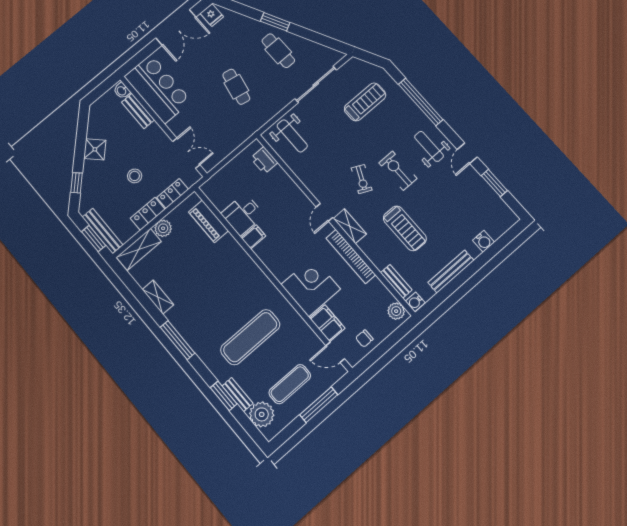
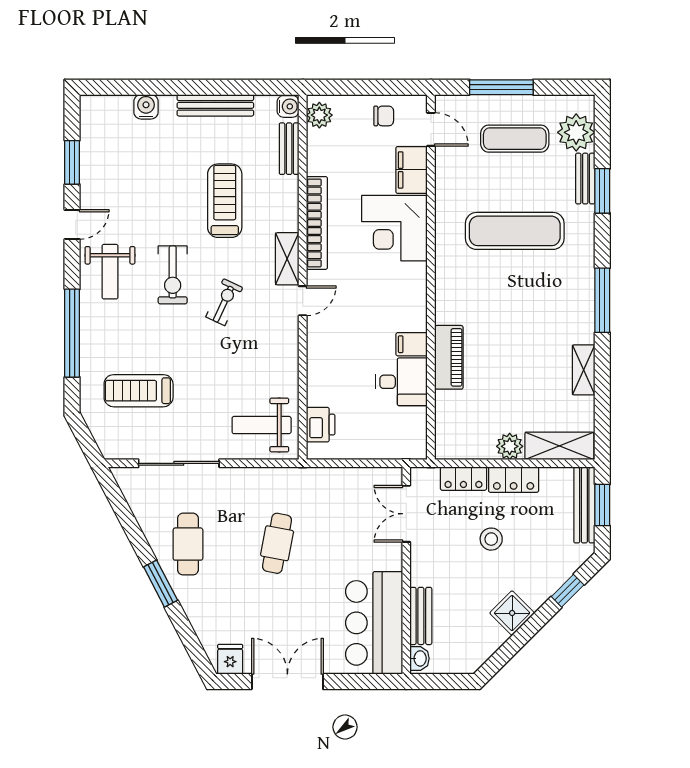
weight bench: (292, 136) -> (262, 425), turned -90
piano: (209, 221) -> (449, 357), moved

